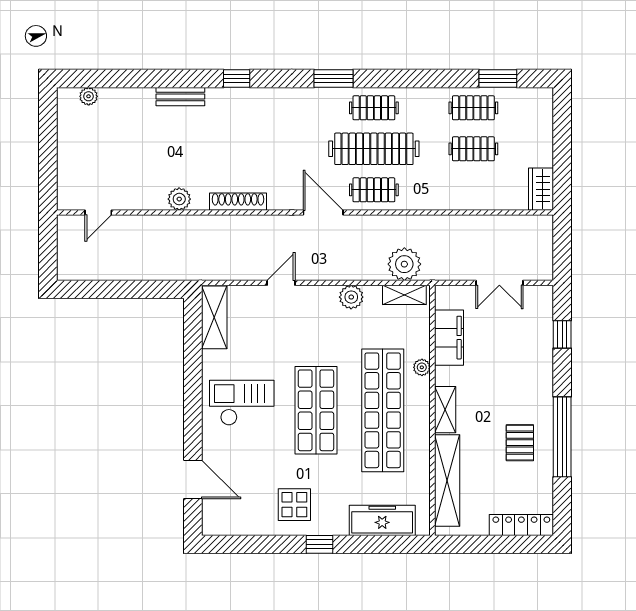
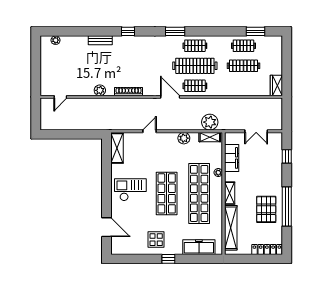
clothes rail: (473, 149) -> (243, 66), width x1.36
pallet: (520, 443) -> (266, 209), width x1.50, depth x1.42

